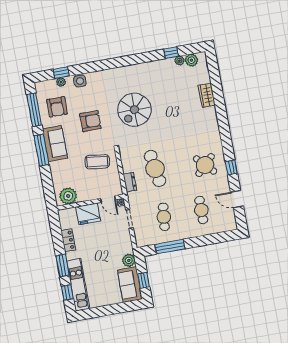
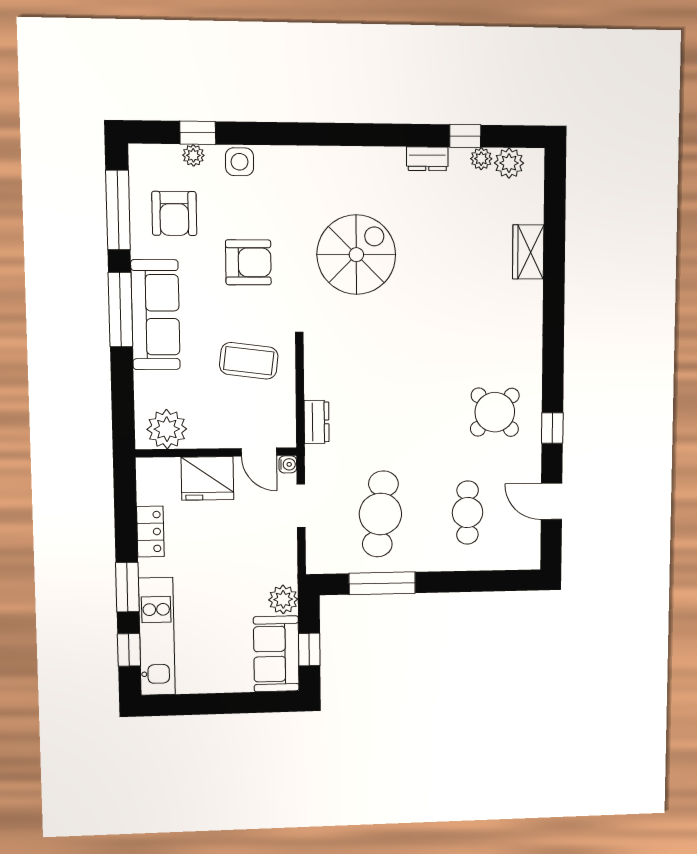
dresser: (157, 65) -> (427, 159), added
spiral stairs: (134, 110) -> (356, 255), turned 180
sofa: (55, 143) -> (156, 315), width x1.36
cafe table: (155, 168) -> (380, 400), removed
cafe table: (164, 217) -> (380, 514), width x1.37, depth x1.35

